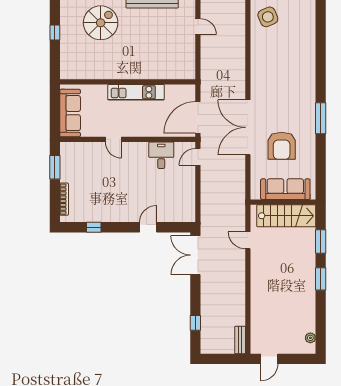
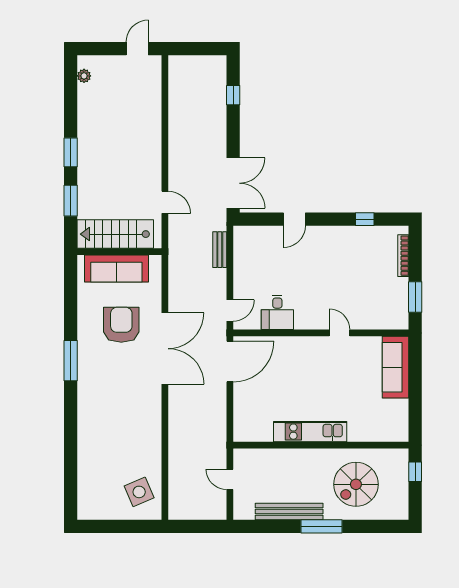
wall: (128, 82) -> (321, 445), moved
kitchen unit: (136, 92) -> (310, 432), moved
bench: (240, 340) -> (220, 250), moved

